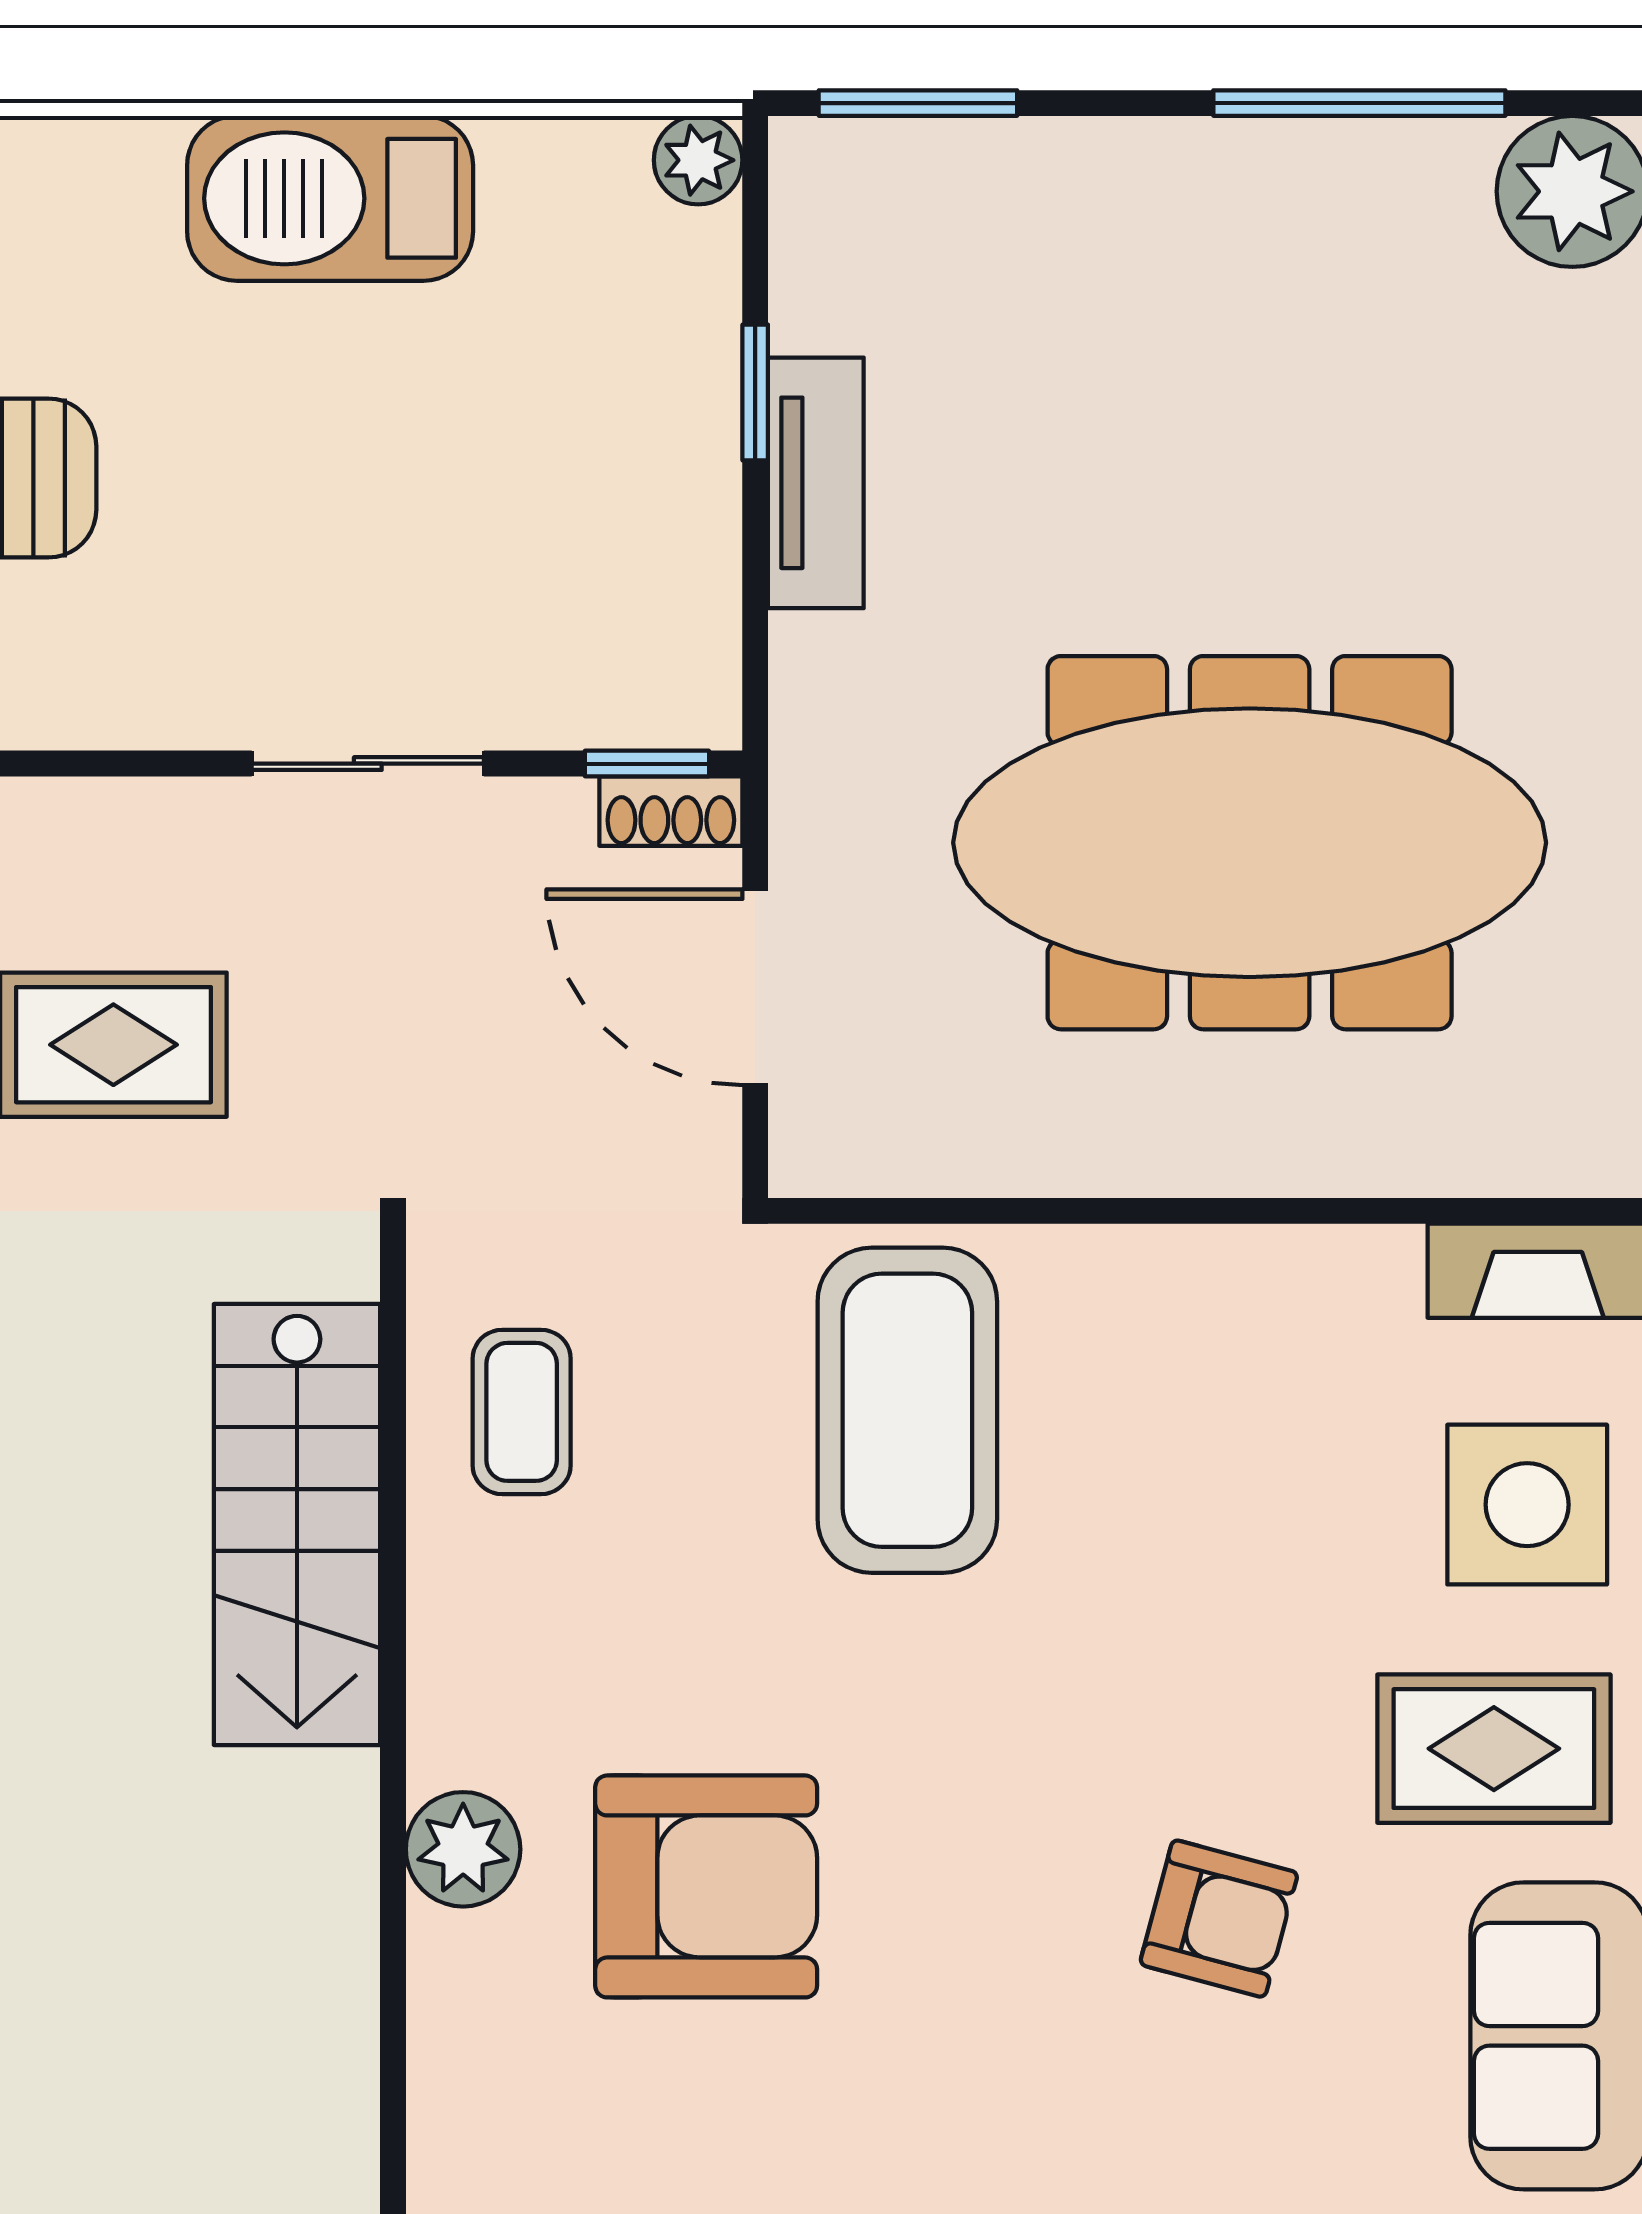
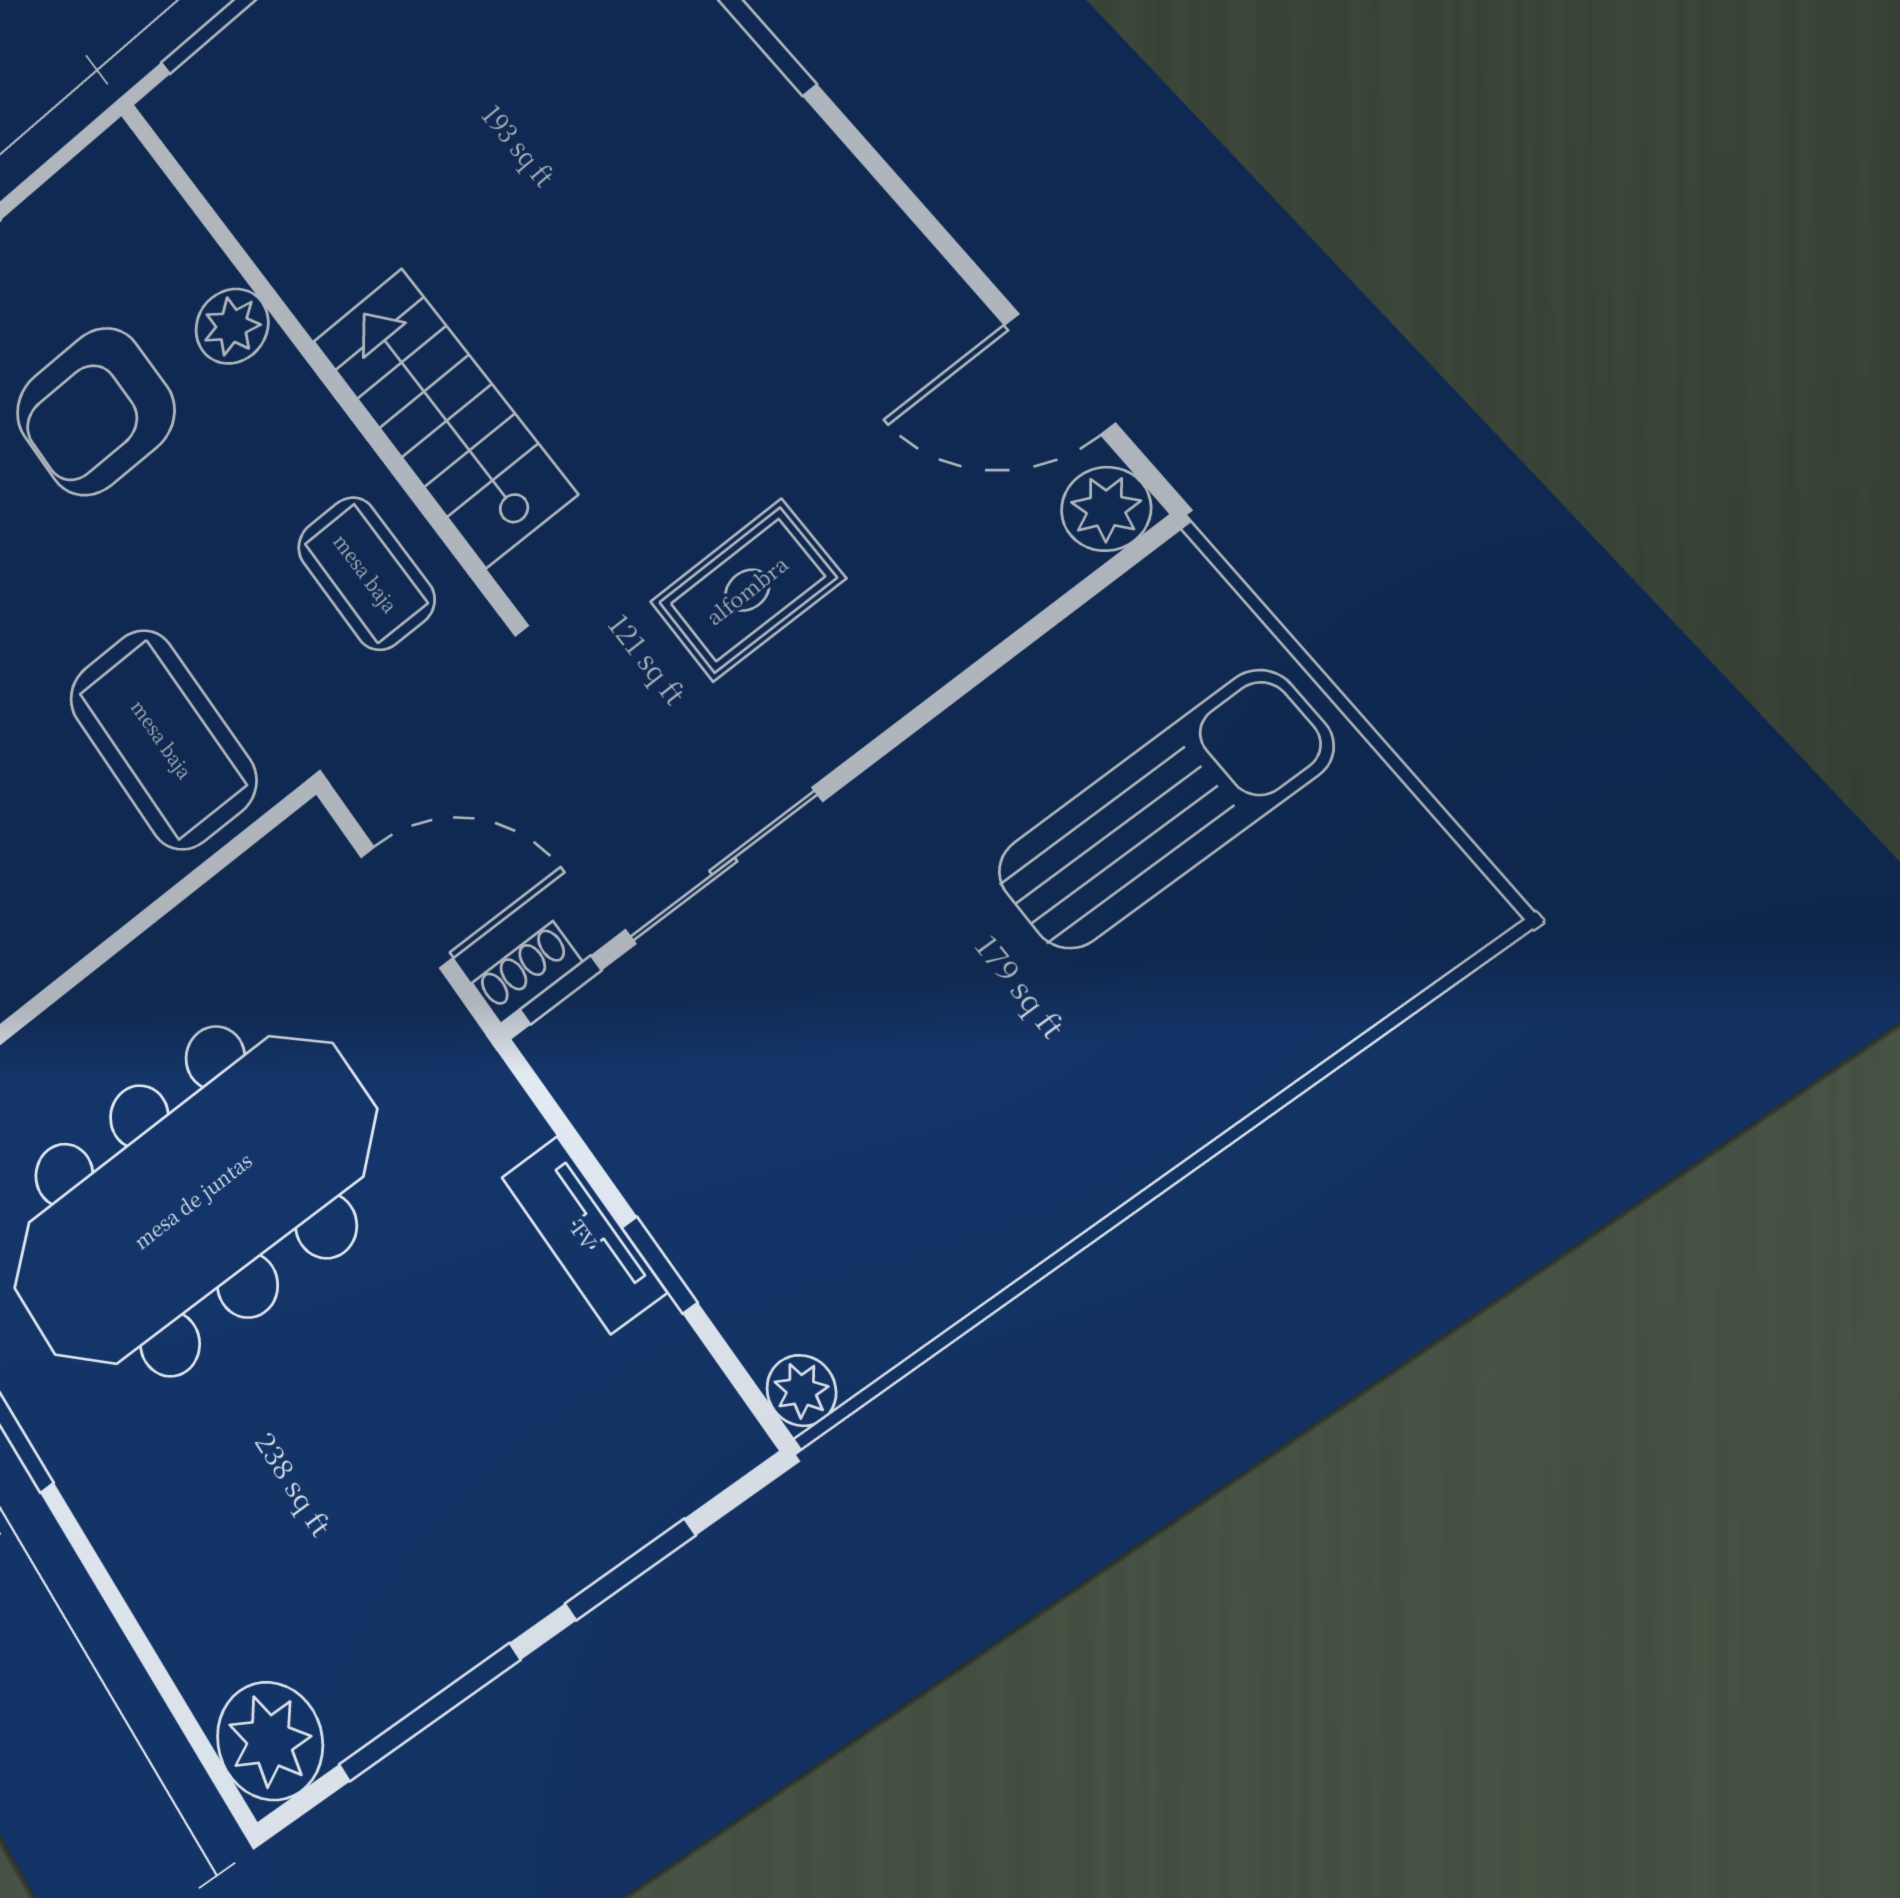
window: (918, 103) -> (630, 1570), moved
barbecue: (330, 198) -> (1014, 1199), removed
sliding door: (368, 764) -> (723, 866), width x1.37
coffee table: (522, 1412) -> (366, 573), width x1.36, depth x1.30

